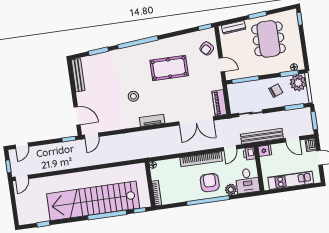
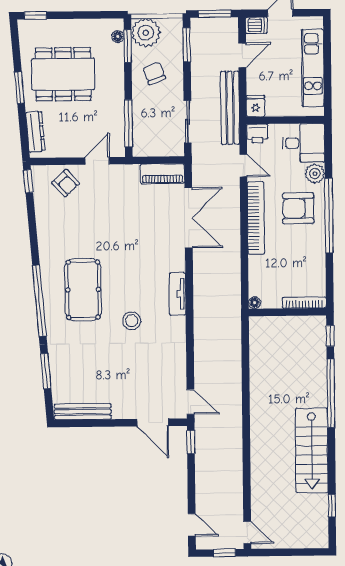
pool table: (169, 68) -> (83, 290), moved
door: (77, 116) -> (153, 423), swing flipped
stairs: (93, 201) -> (312, 450), width x0.54, depth x0.66

